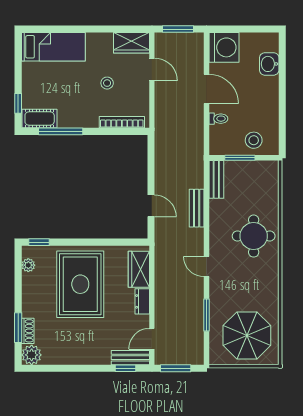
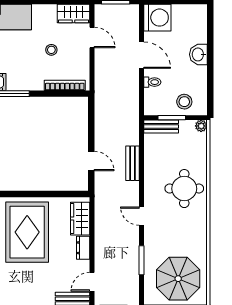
washbasin: (269, 64) -> (198, 54), moved
plant: (272, 167) -> (201, 126), added
bench: (216, 179) -> (161, 126), moved, turned 90

